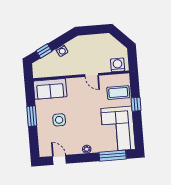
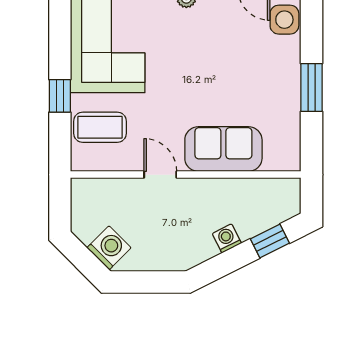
washing machine: (118, 65) -> (109, 248), moved, turned -135
sofa: (50, 89) -> (223, 149), moved
side table: (59, 120) -> (284, 20), moved

